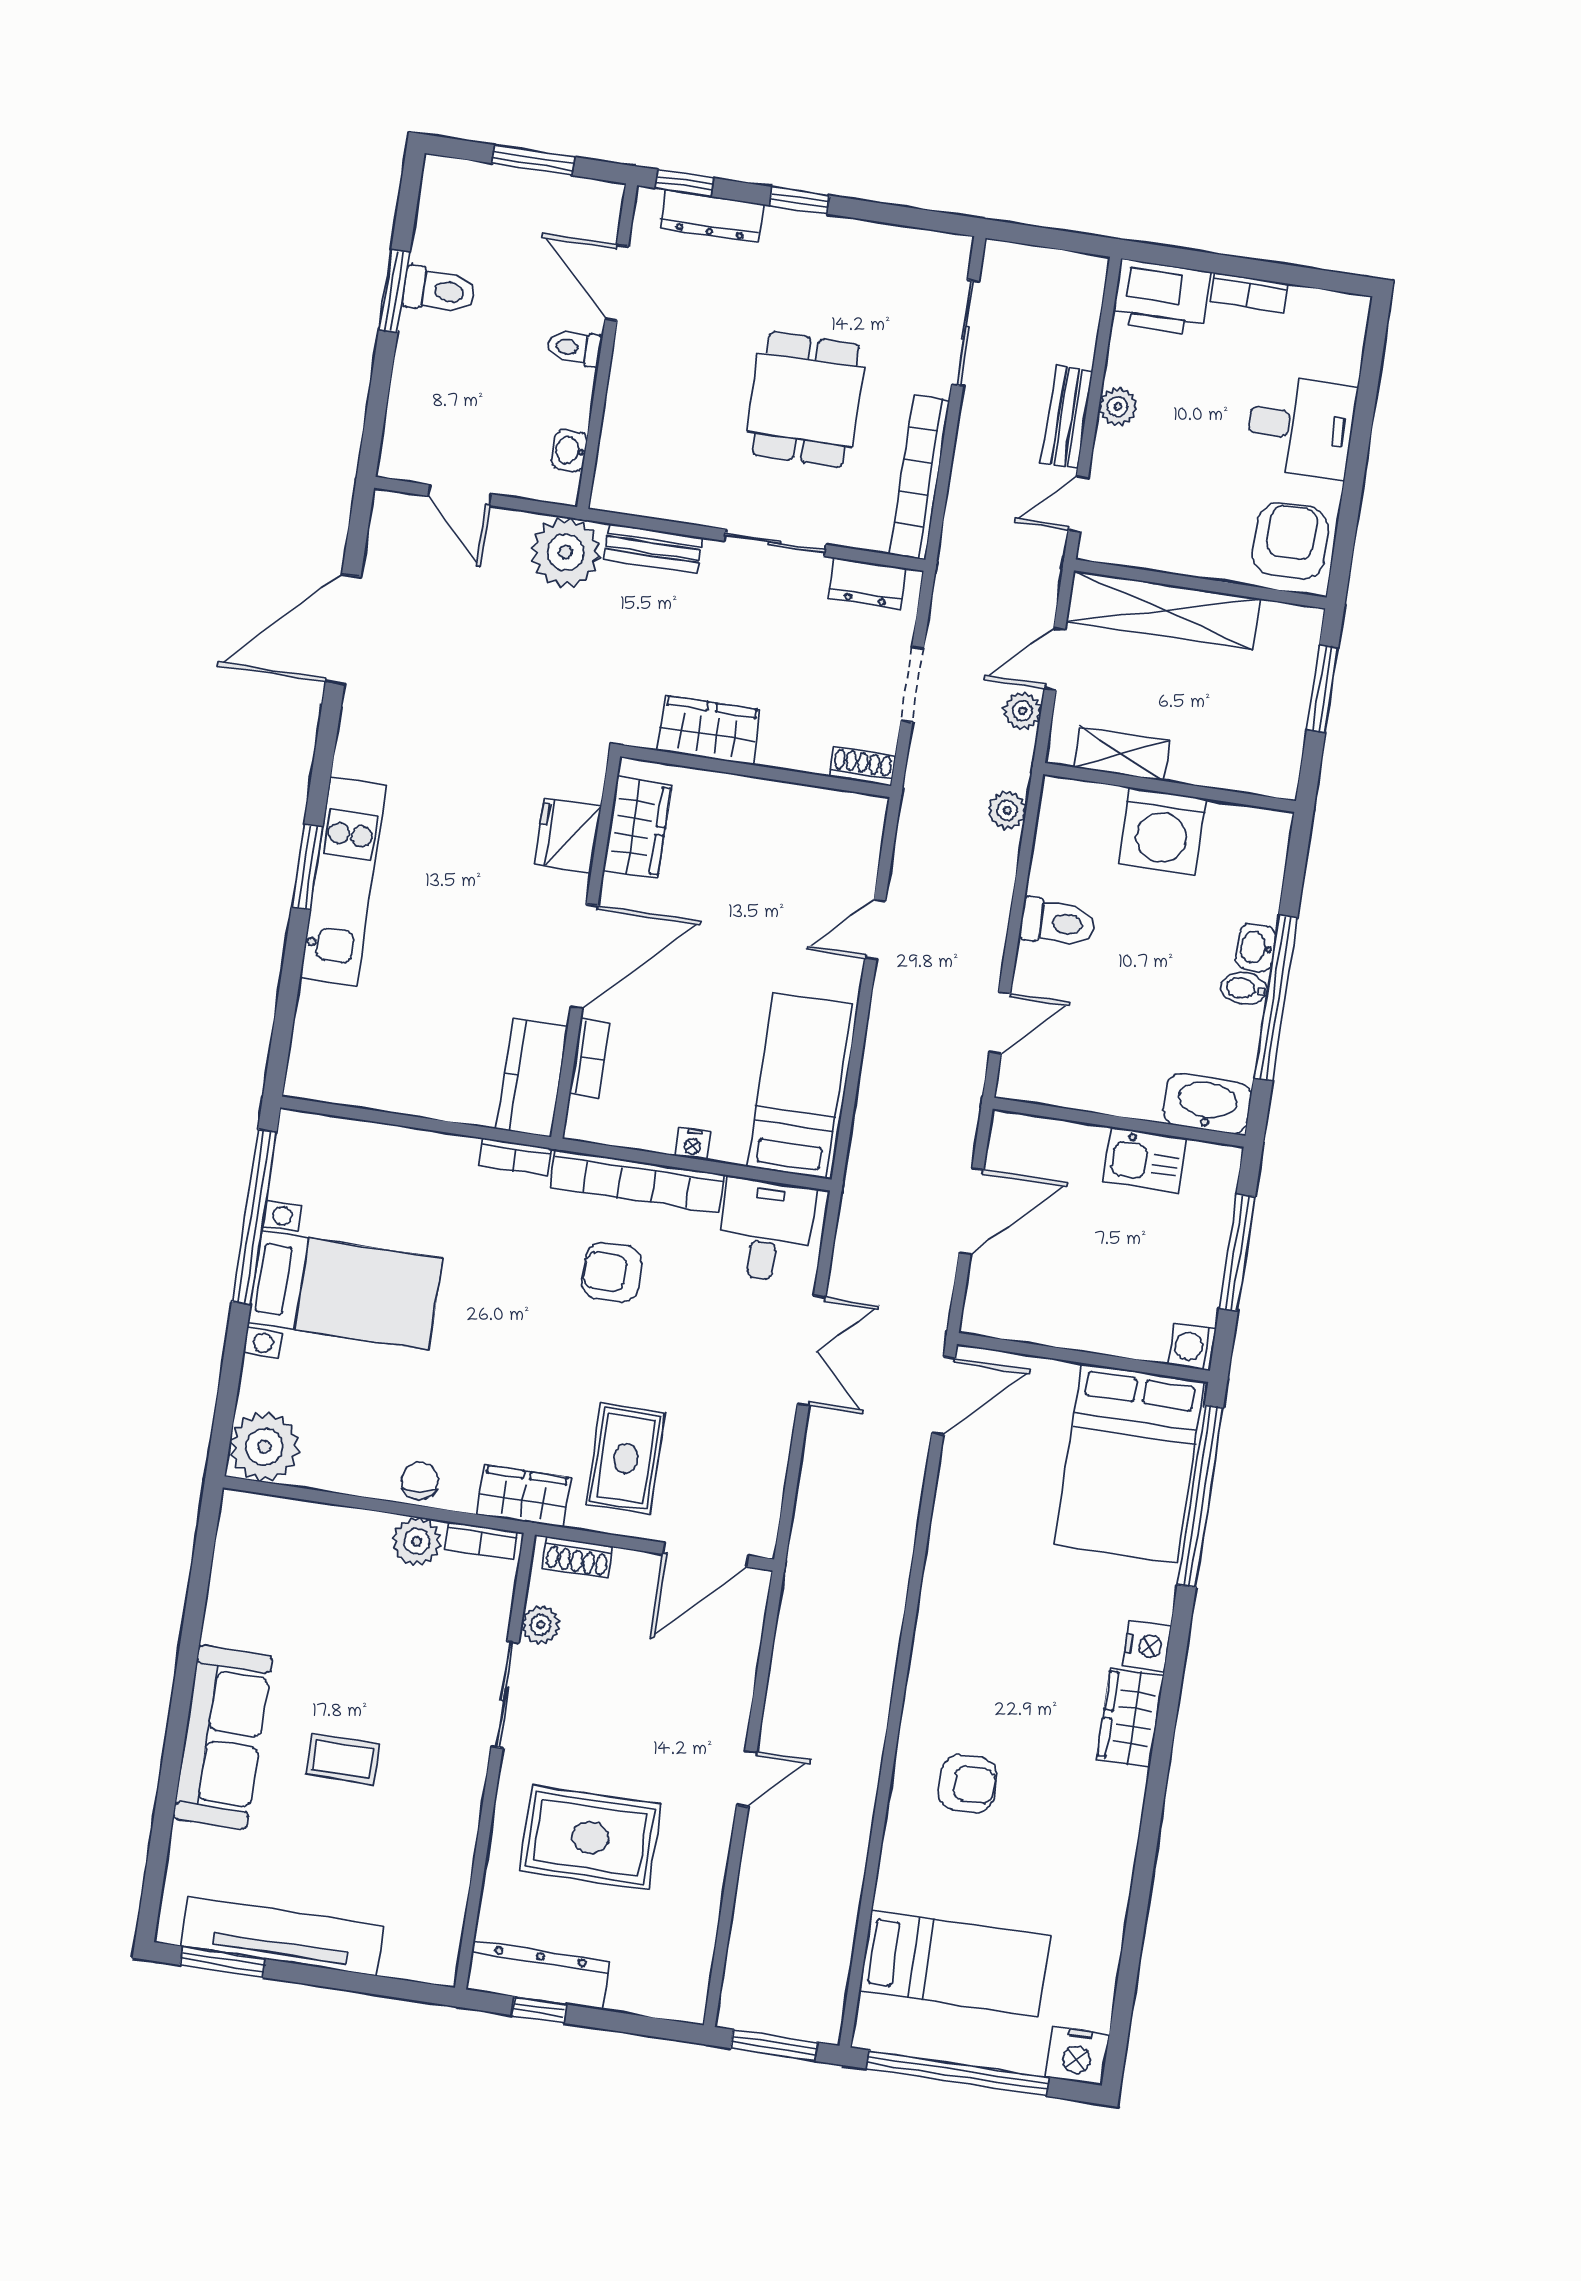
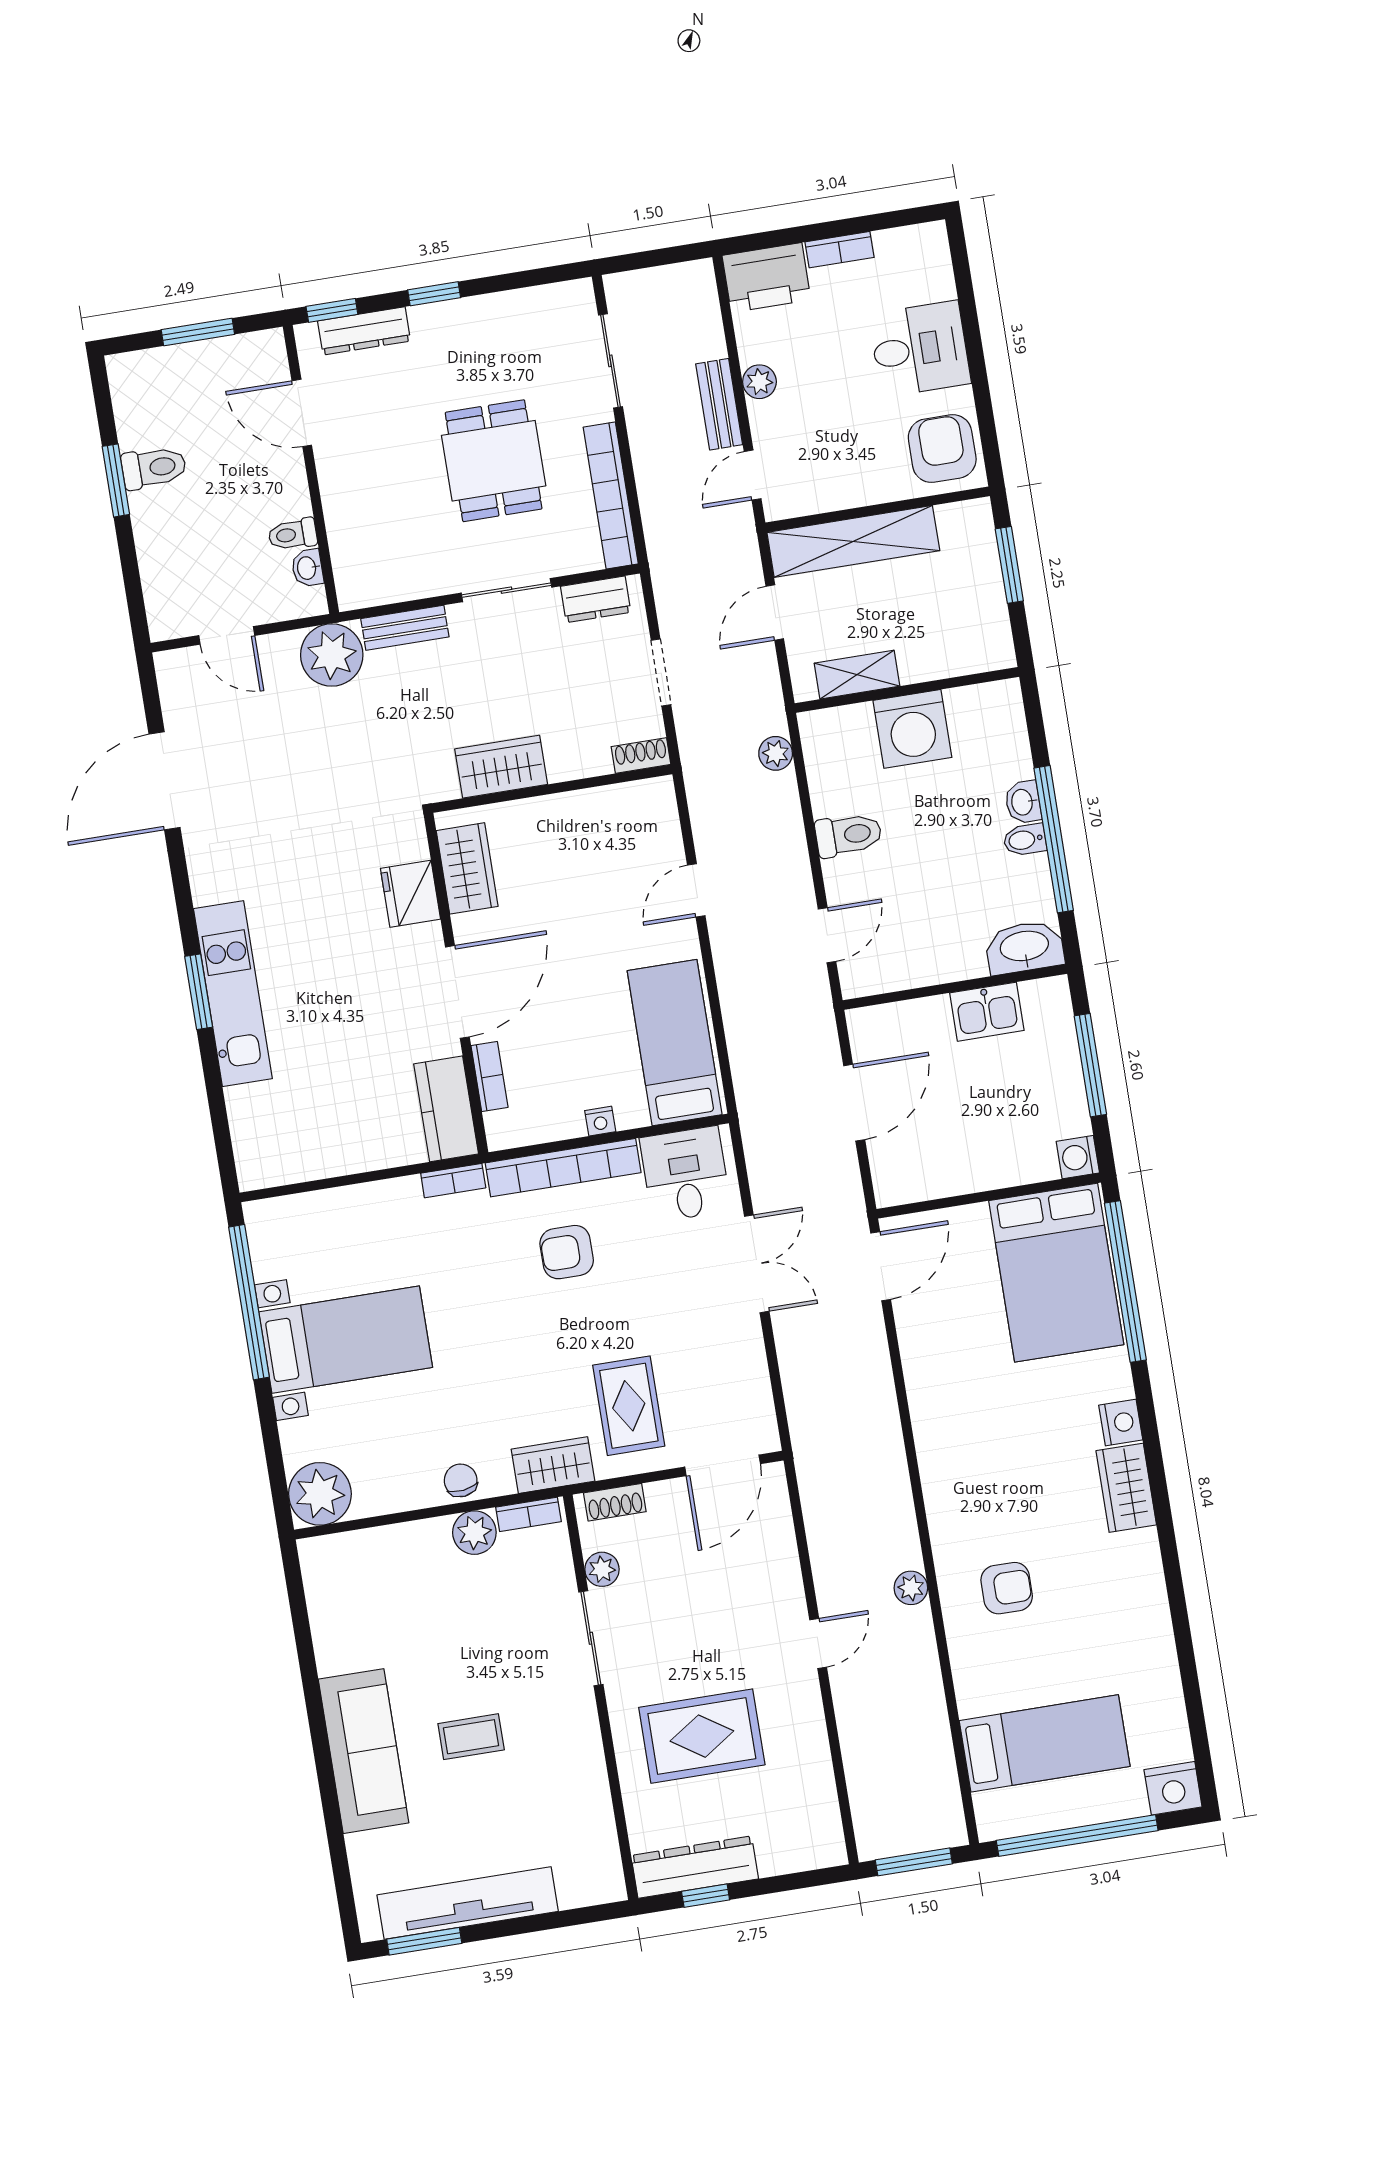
toilet: (574, 348) -> (293, 534), moved
plant: (1022, 711) -> (911, 1588), moved

